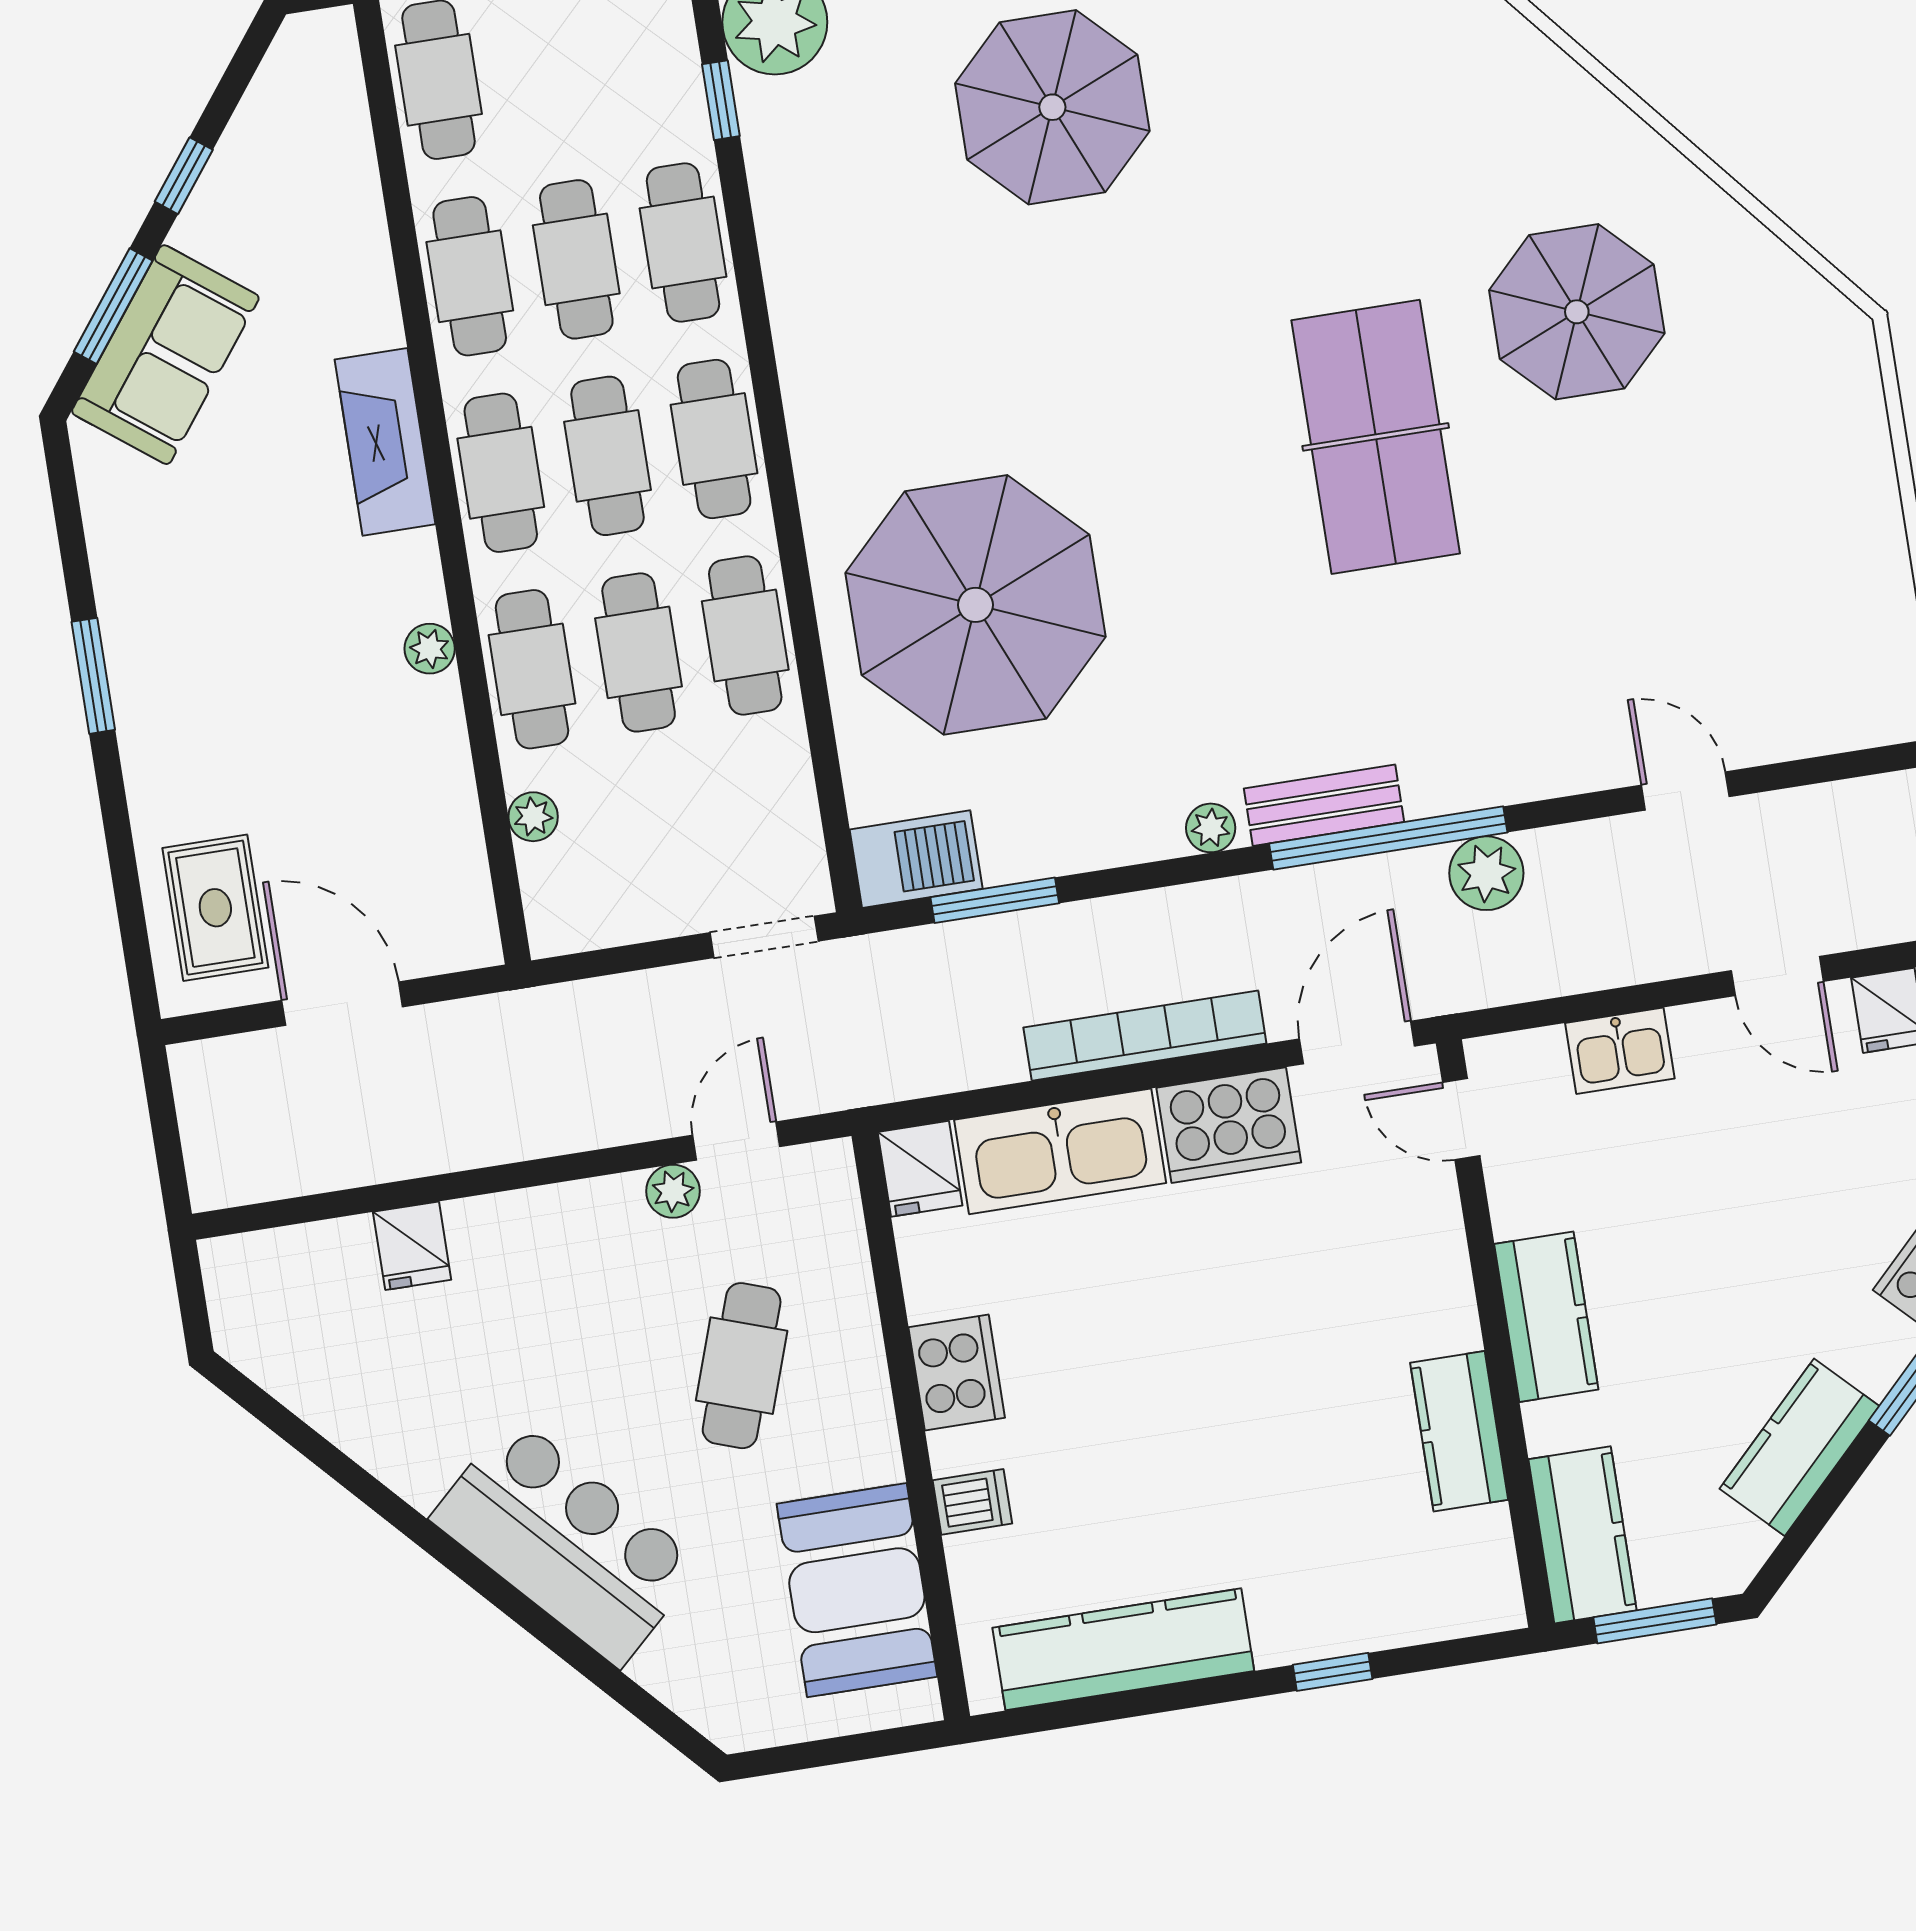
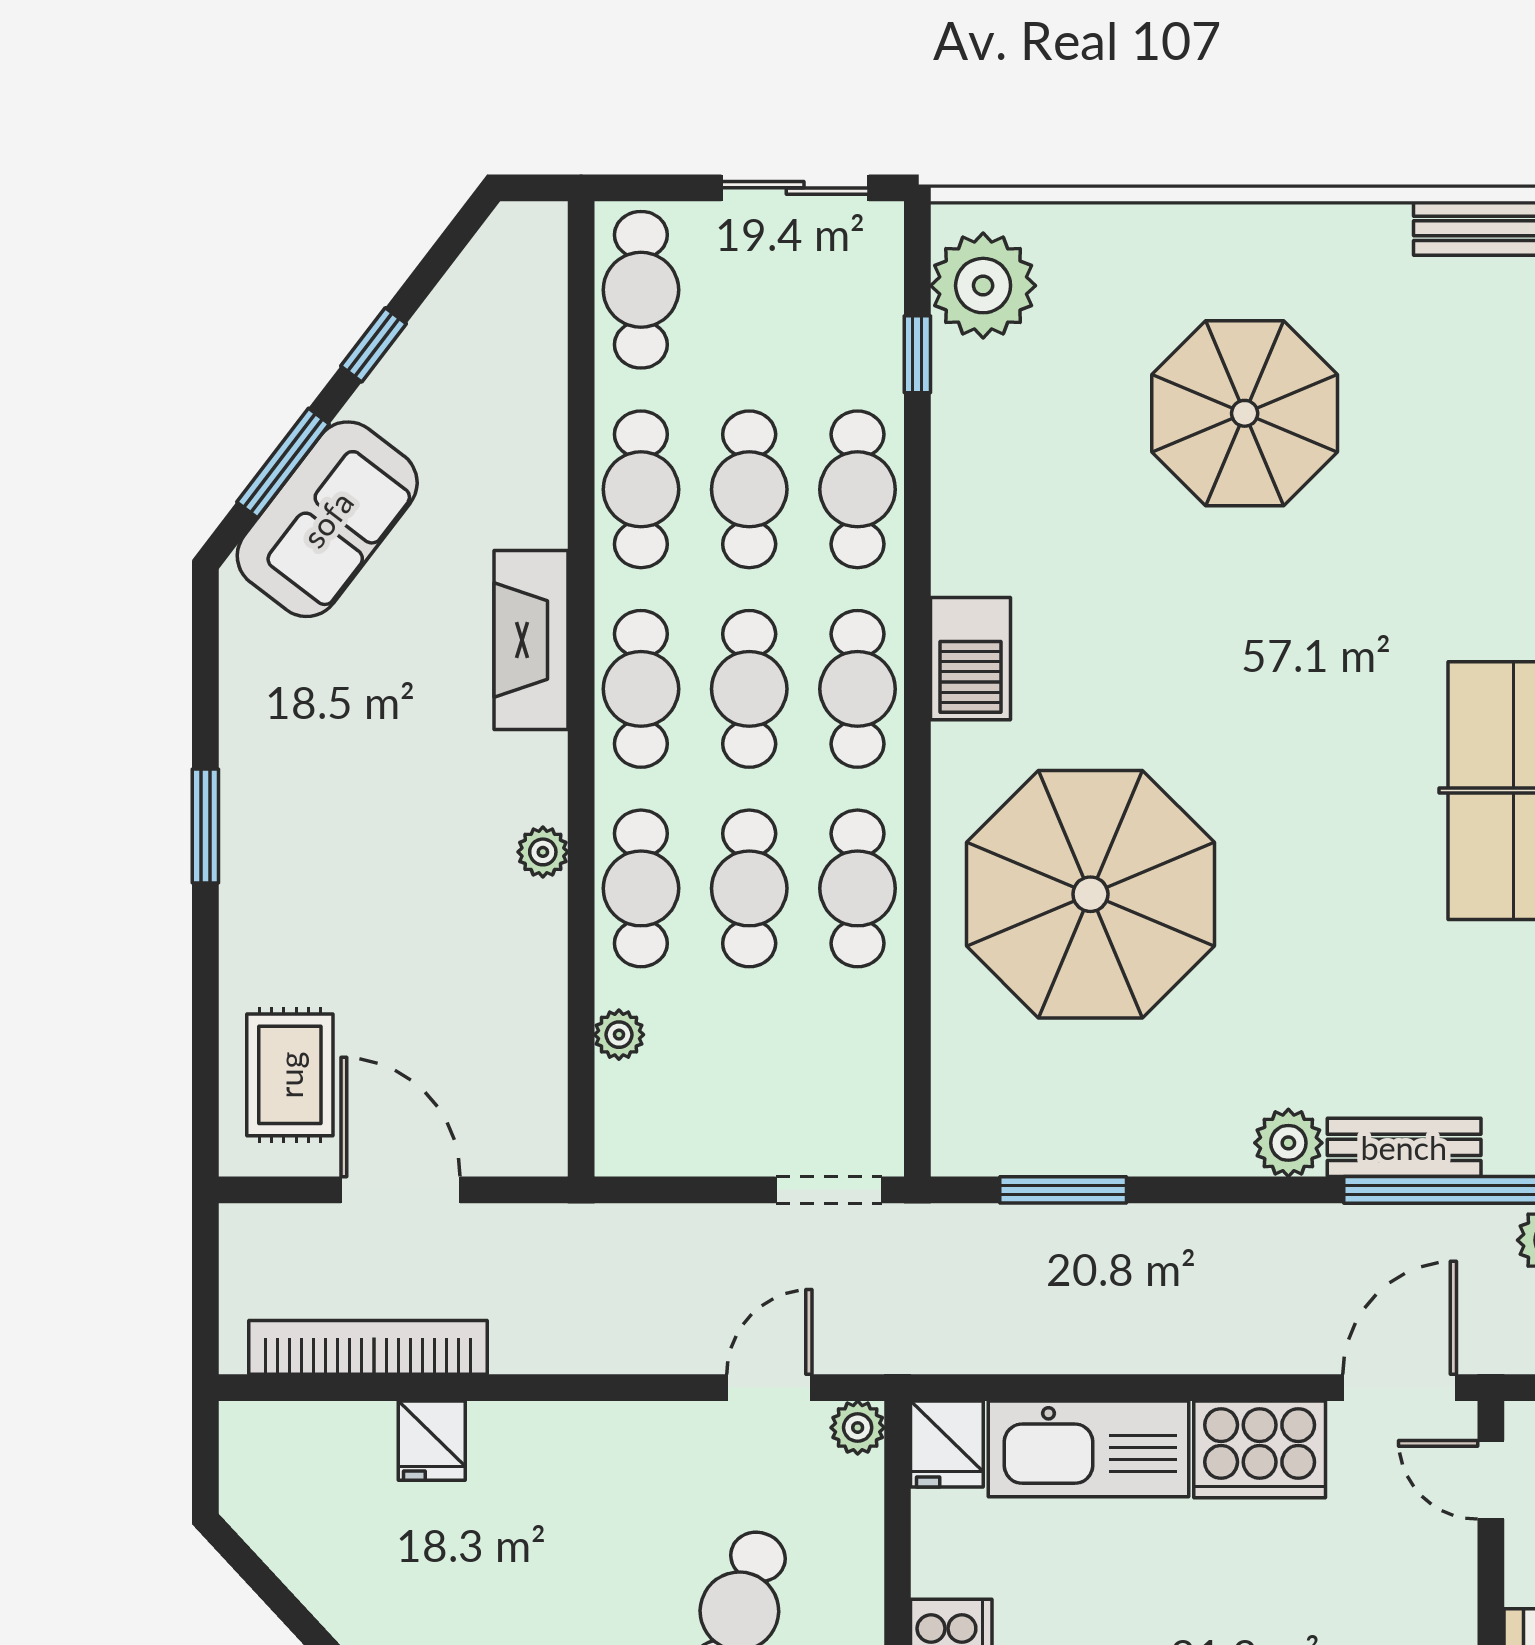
plant: (1211, 828) -> (1288, 1143), width x1.38, depth x1.38
barbecue: (916, 859) -> (970, 659), moved, turned 90
bookcase: (1145, 1036) -> (368, 1347), moved
plant: (673, 1191) -> (858, 1428), moved

